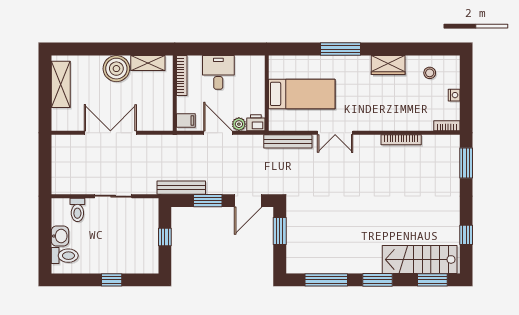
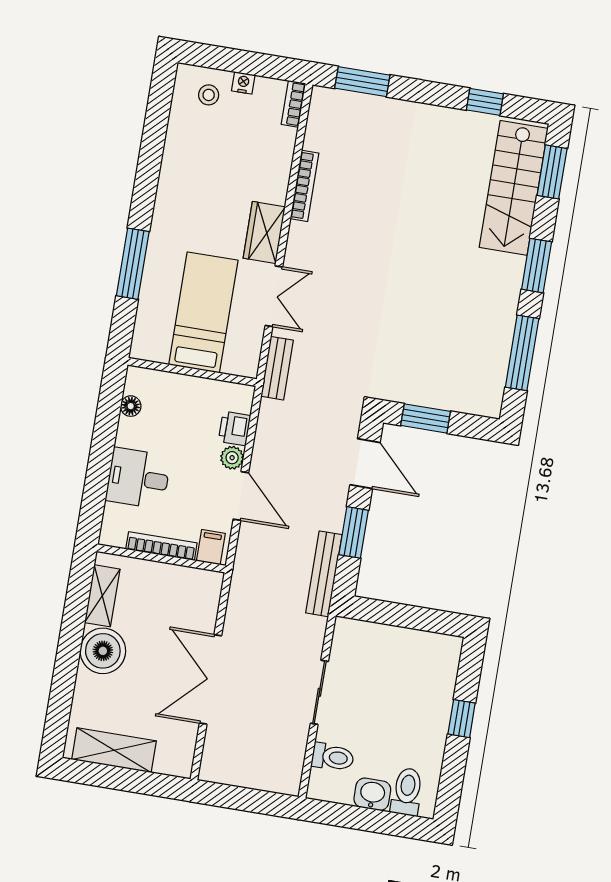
floor lamp: (259, 61) -> (131, 406), added
wardrobe: (388, 65) -> (264, 233), moved, turned 180
stool: (430, 73) -> (209, 95), moved
bookcase: (182, 76) -> (161, 546), moved
wall: (267, 93) -> (192, 372), moved
bed: (302, 94) -> (203, 312), moved
door: (218, 133) -> (241, 496), swing flipped
bench: (288, 141) -> (277, 368), width x0.73
window: (165, 237) -> (404, 616), removed

